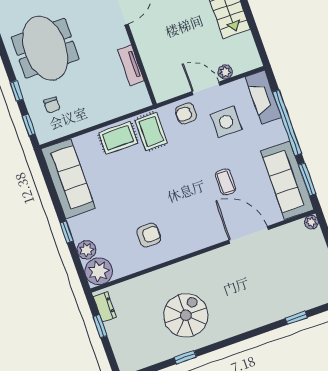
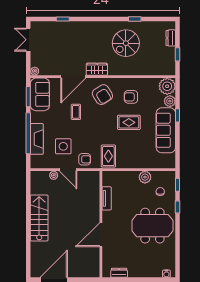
meeting table: (45, 48) -> (152, 226), turned 90
fireplace: (263, 97) -> (37, 139), moved
plant: (83, 119) -> (145, 177), added
rug: (118, 138) -> (129, 122), moved
sofa: (68, 179) -> (166, 130), moved
sofa: (287, 180) -> (40, 94), width x0.73
armchair: (194, 223) -> (102, 95), added
door: (249, 235) -> (73, 77), hinge flipped
wardrobe: (216, 259) -> (97, 69), added
dresser: (105, 307) -> (171, 38), moved

